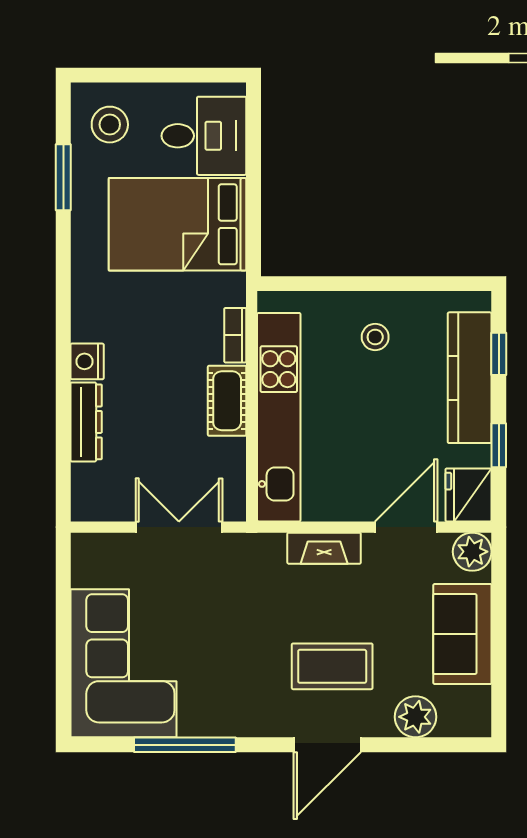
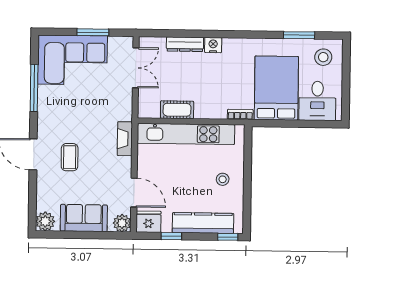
bookcase: (235, 335) -> (240, 114), moved
window: (499, 354) -> (228, 237), moved
cot: (227, 401) -> (177, 110), moved
double door: (179, 527) -> (136, 68), moved
fireplace: (324, 548) -> (125, 139), moved
window: (63, 620) -> (93, 32), added
coffee table: (332, 666) -> (70, 157), width x0.73, depth x0.77
plant: (416, 717) -> (45, 221), moved

